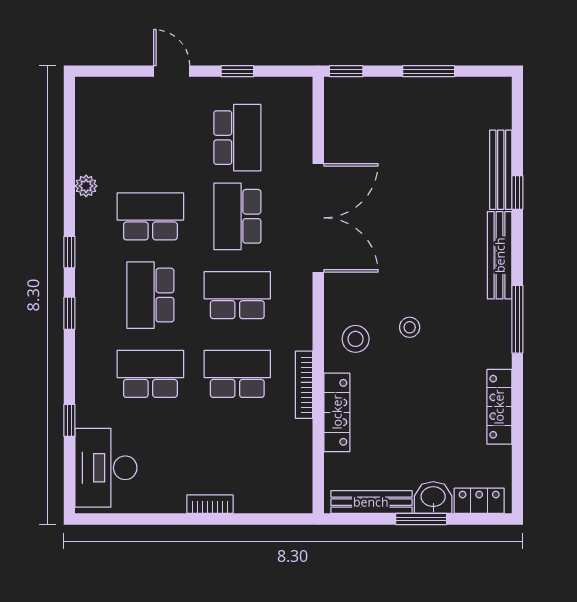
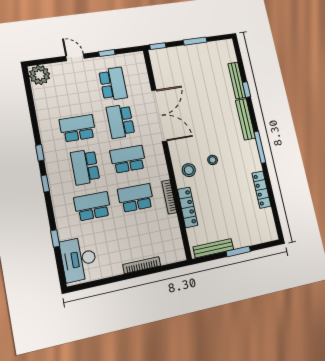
plant: (86, 186) -> (40, 75), moved, width x1.88, depth x1.88
washbasin: (433, 498) -> (241, 240), removed
locker: (479, 501) -> (263, 237), removed
bookcase: (210, 504) -> (142, 265), width x1.56

